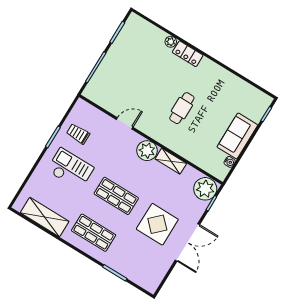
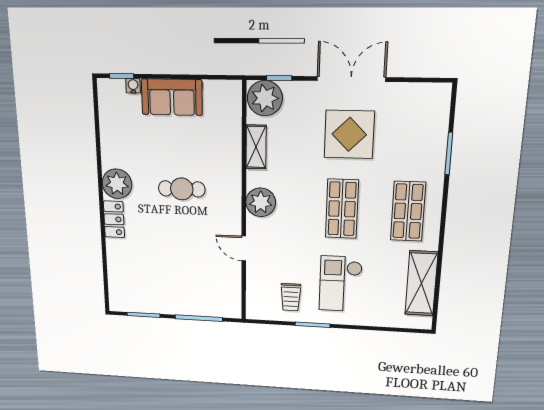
plant: (171, 42) -> (117, 184), moved, width x1.88, depth x1.88
shelving: (171, 161) -> (256, 147), moved
water cooler: (230, 162) -> (133, 86), moved

